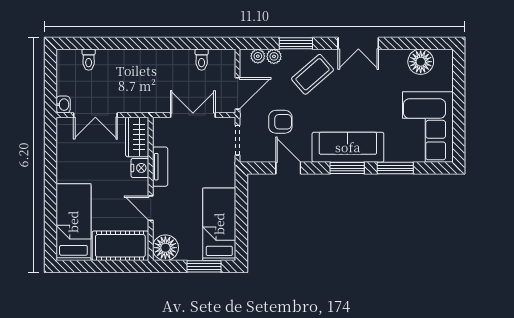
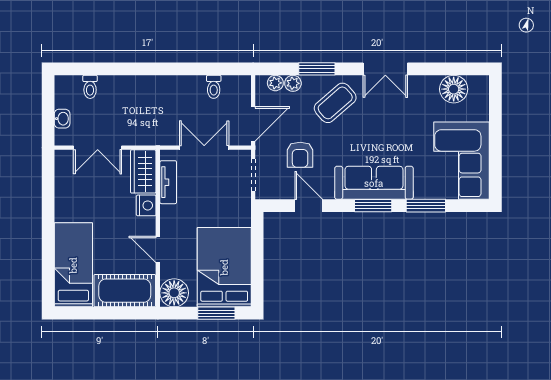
washbasin: (63, 105) -> (62, 119), moved
armchair: (280, 122) -> (300, 155), turned 90
tv unit: (160, 167) -> (168, 182), moved
bed: (219, 224) -> (224, 267), width x1.50

